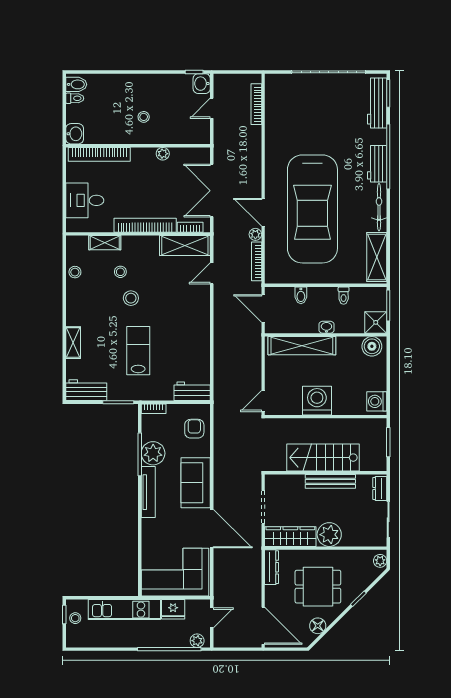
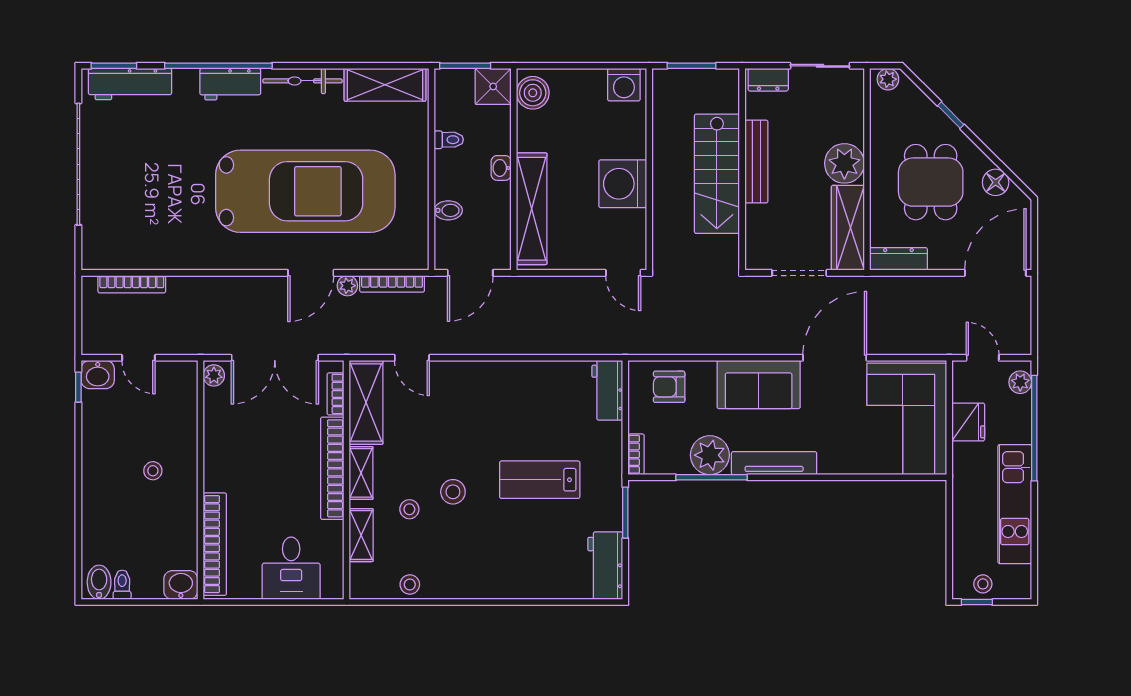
plant: (163, 154) -> (214, 375), moved
shelving: (73, 343) -> (361, 473), moved, turned 90
kitchen unit: (124, 610) -> (1015, 504), moved, turned 180

